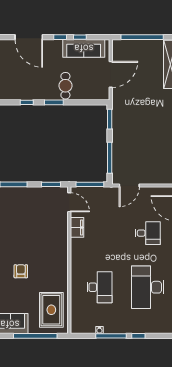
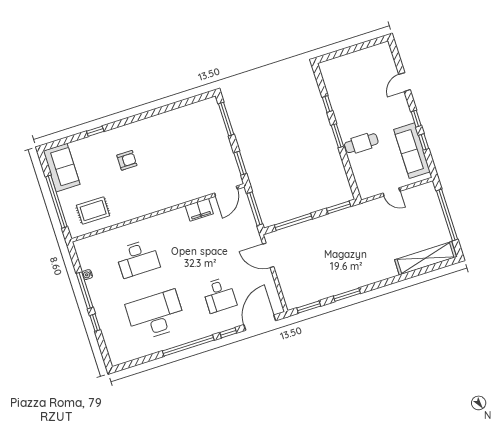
door: (29, 37) -> (405, 82), width x0.53
door: (111, 74) -> (391, 192), width x0.53
rug: (51, 310) -> (93, 211), width x0.73, depth x0.70

